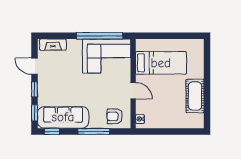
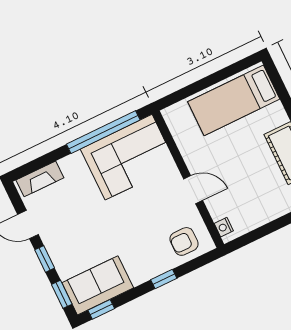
bed: (161, 63) -> (234, 100), moved, turned 180
sofa: (63, 117) -> (98, 285), width x0.73
window: (94, 131) -> (164, 279), width x0.46

